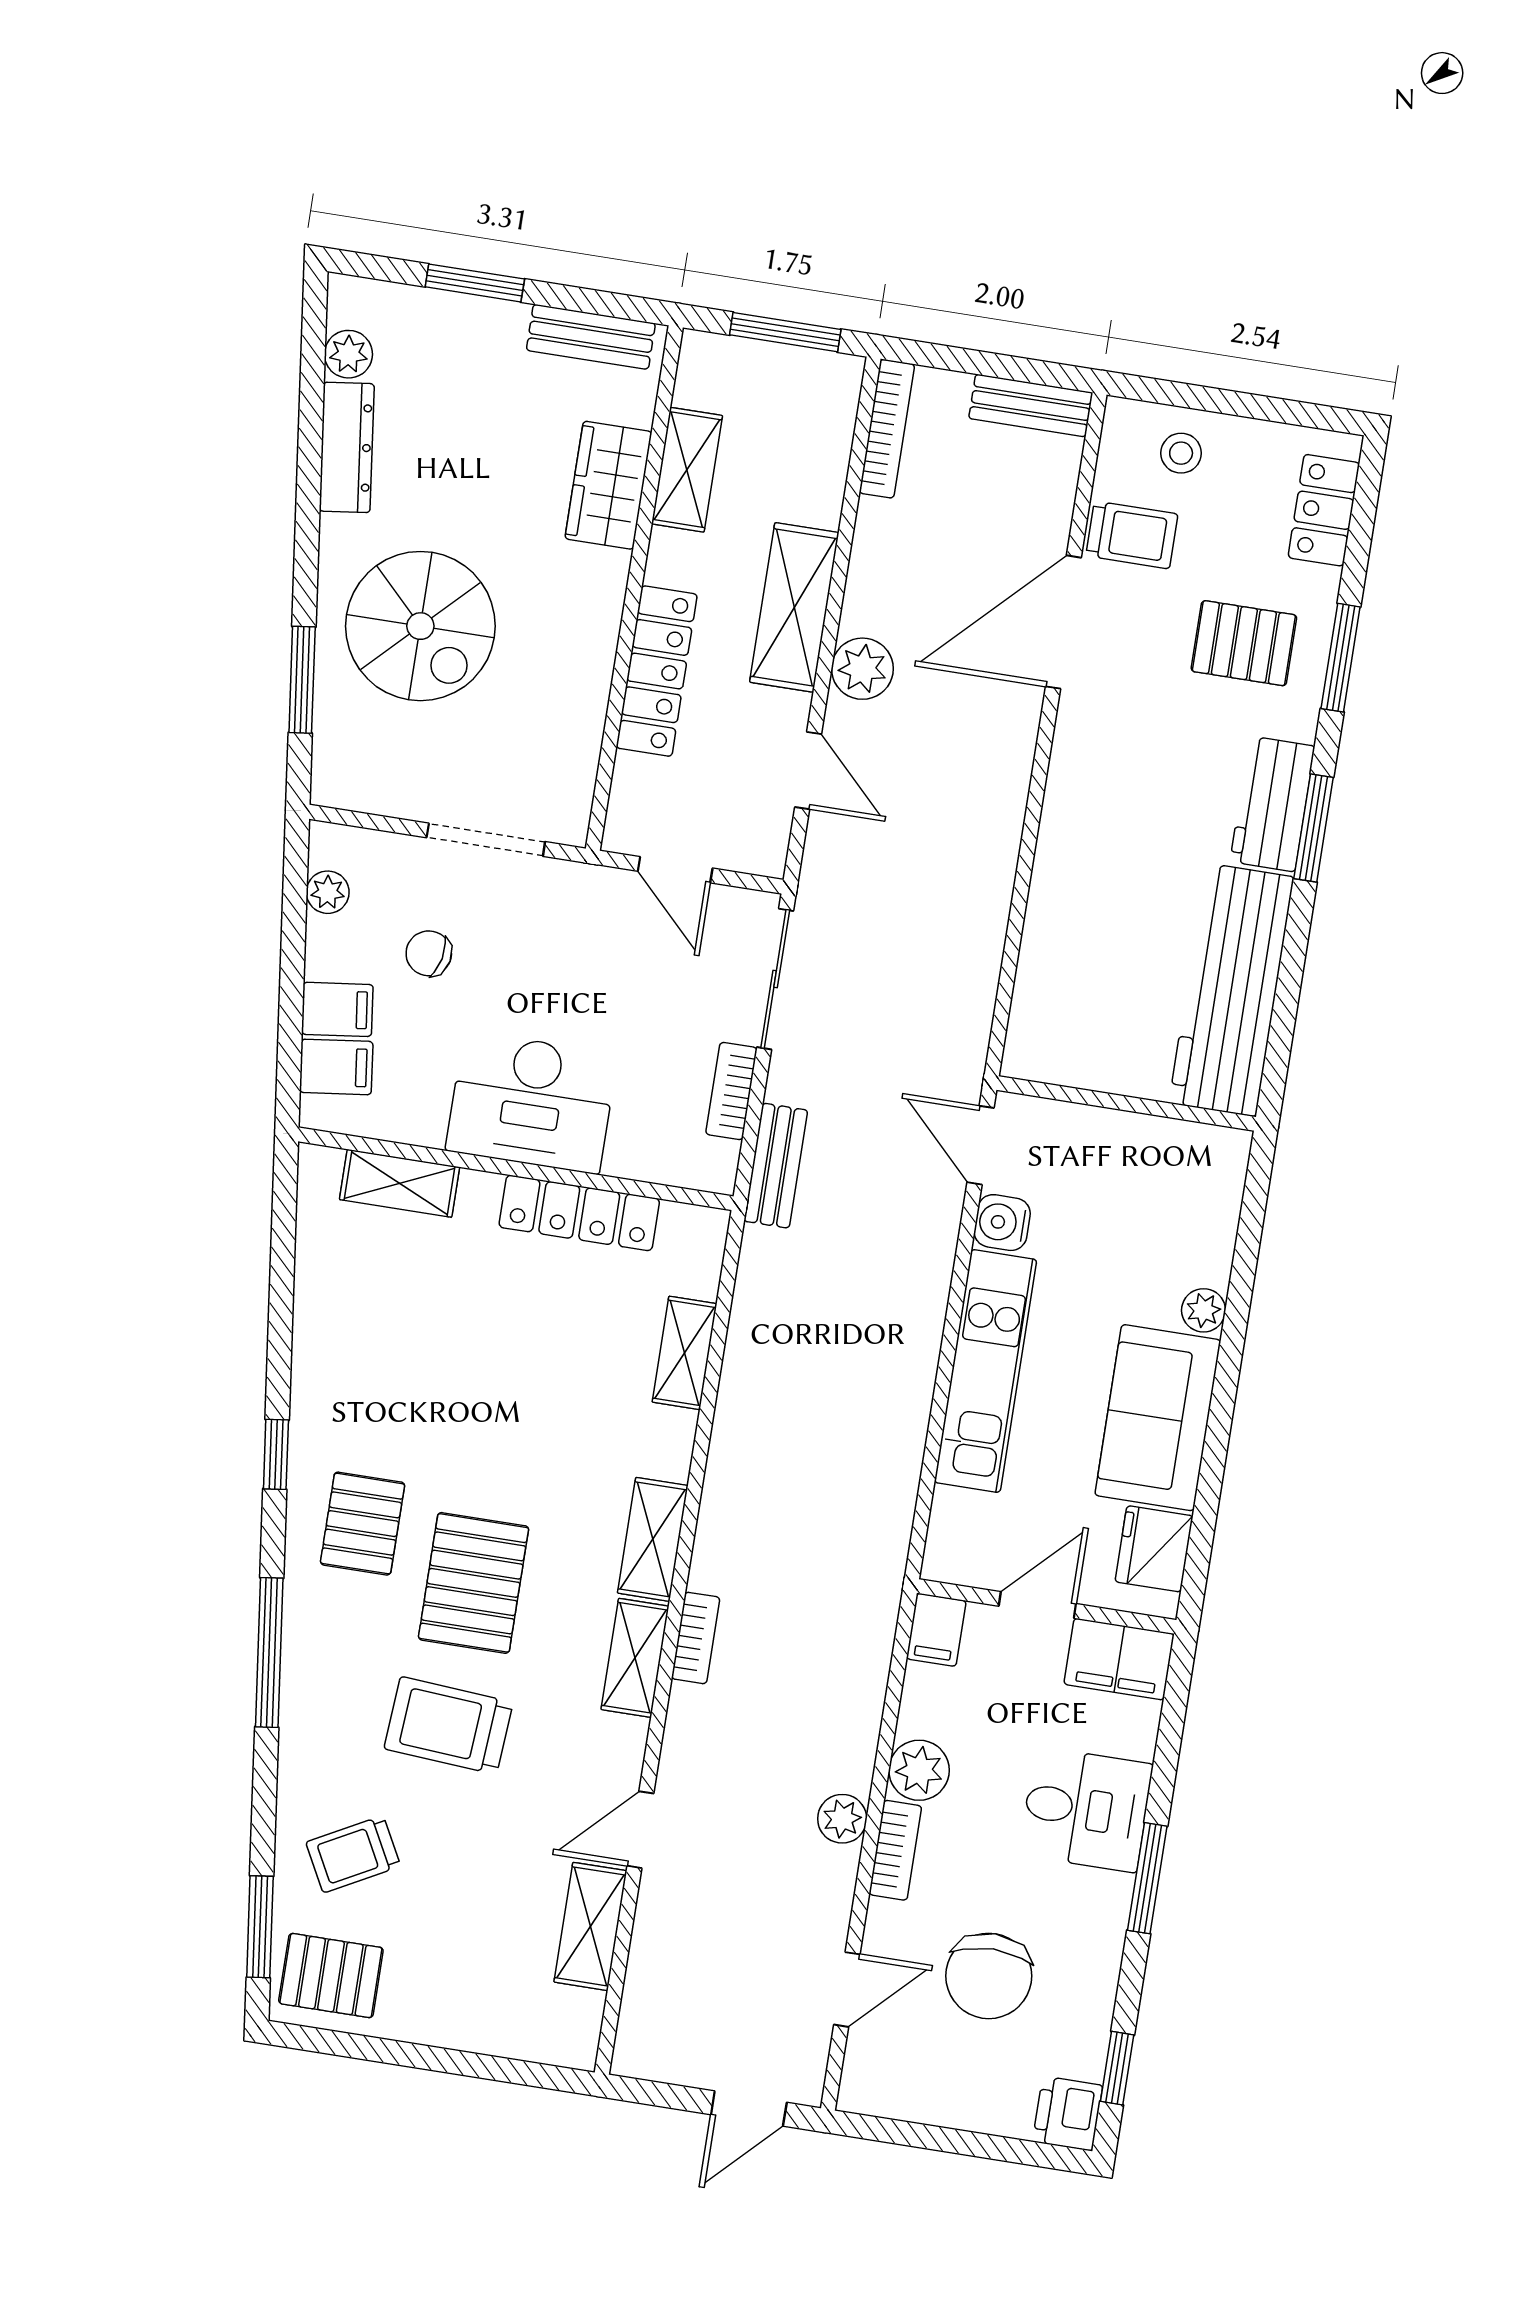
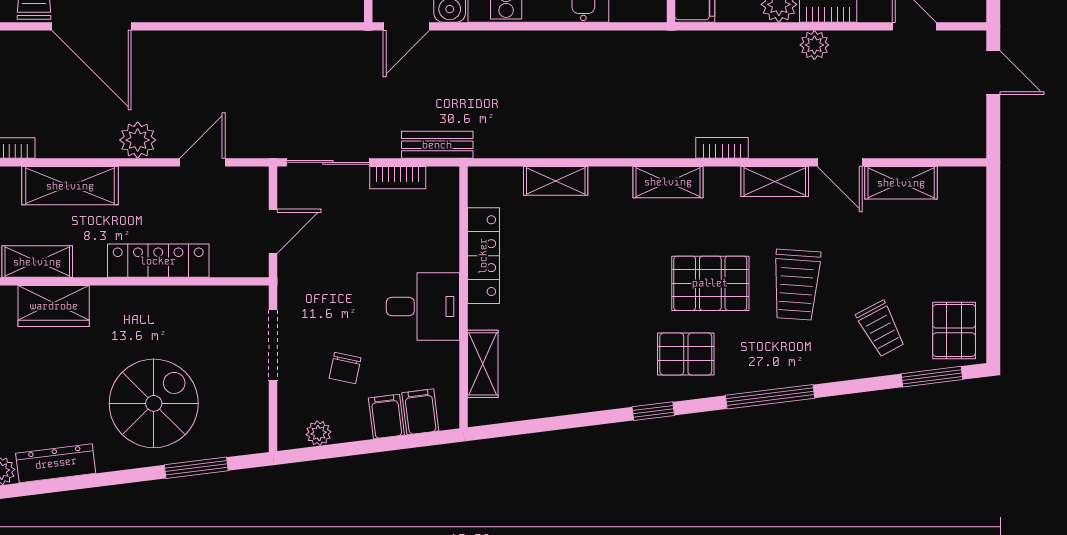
shelving: (794, 607) -> (70, 186), moved
desk: (532, 1102) -> (423, 306), width x0.73
shelving: (635, 1658) -> (775, 182), moved

